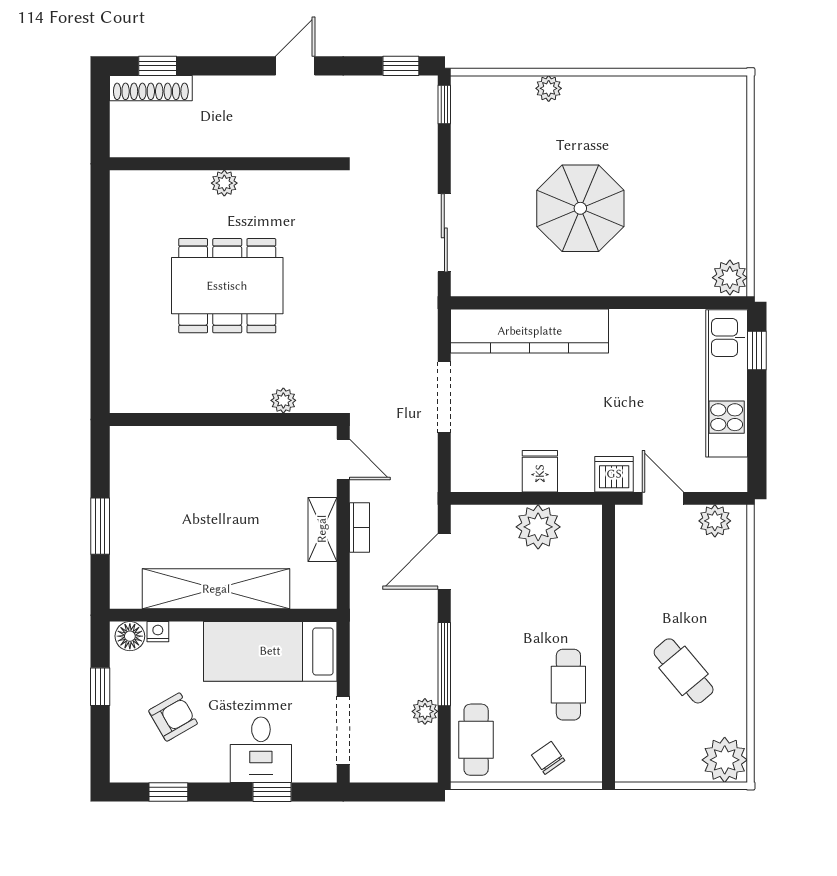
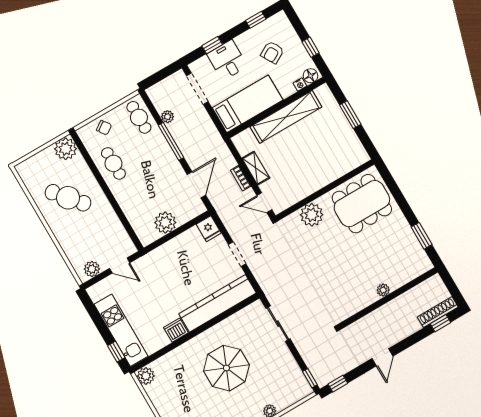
window: (100, 239) -> (422, 236), added
dining table: (227, 286) -> (362, 204), moved
doorway: (444, 397) -> (237, 254), width x0.73
plant: (283, 400) -> (312, 215), width x1.87, depth x1.87
fridge: (540, 471) -> (209, 229), moved
dishwasher: (614, 474) -> (176, 330), moved, turned 180
cafe table: (684, 671) -> (68, 198), width x1.37, depth x1.35
plant: (725, 760) -> (66, 149), moved

